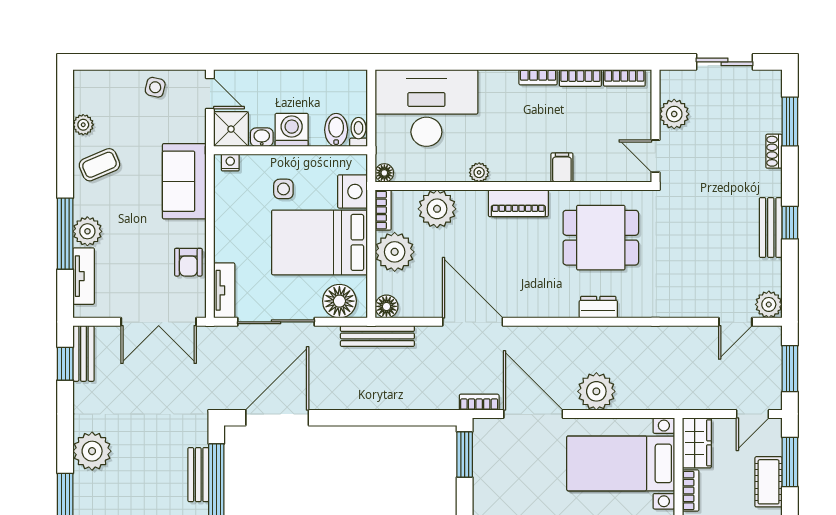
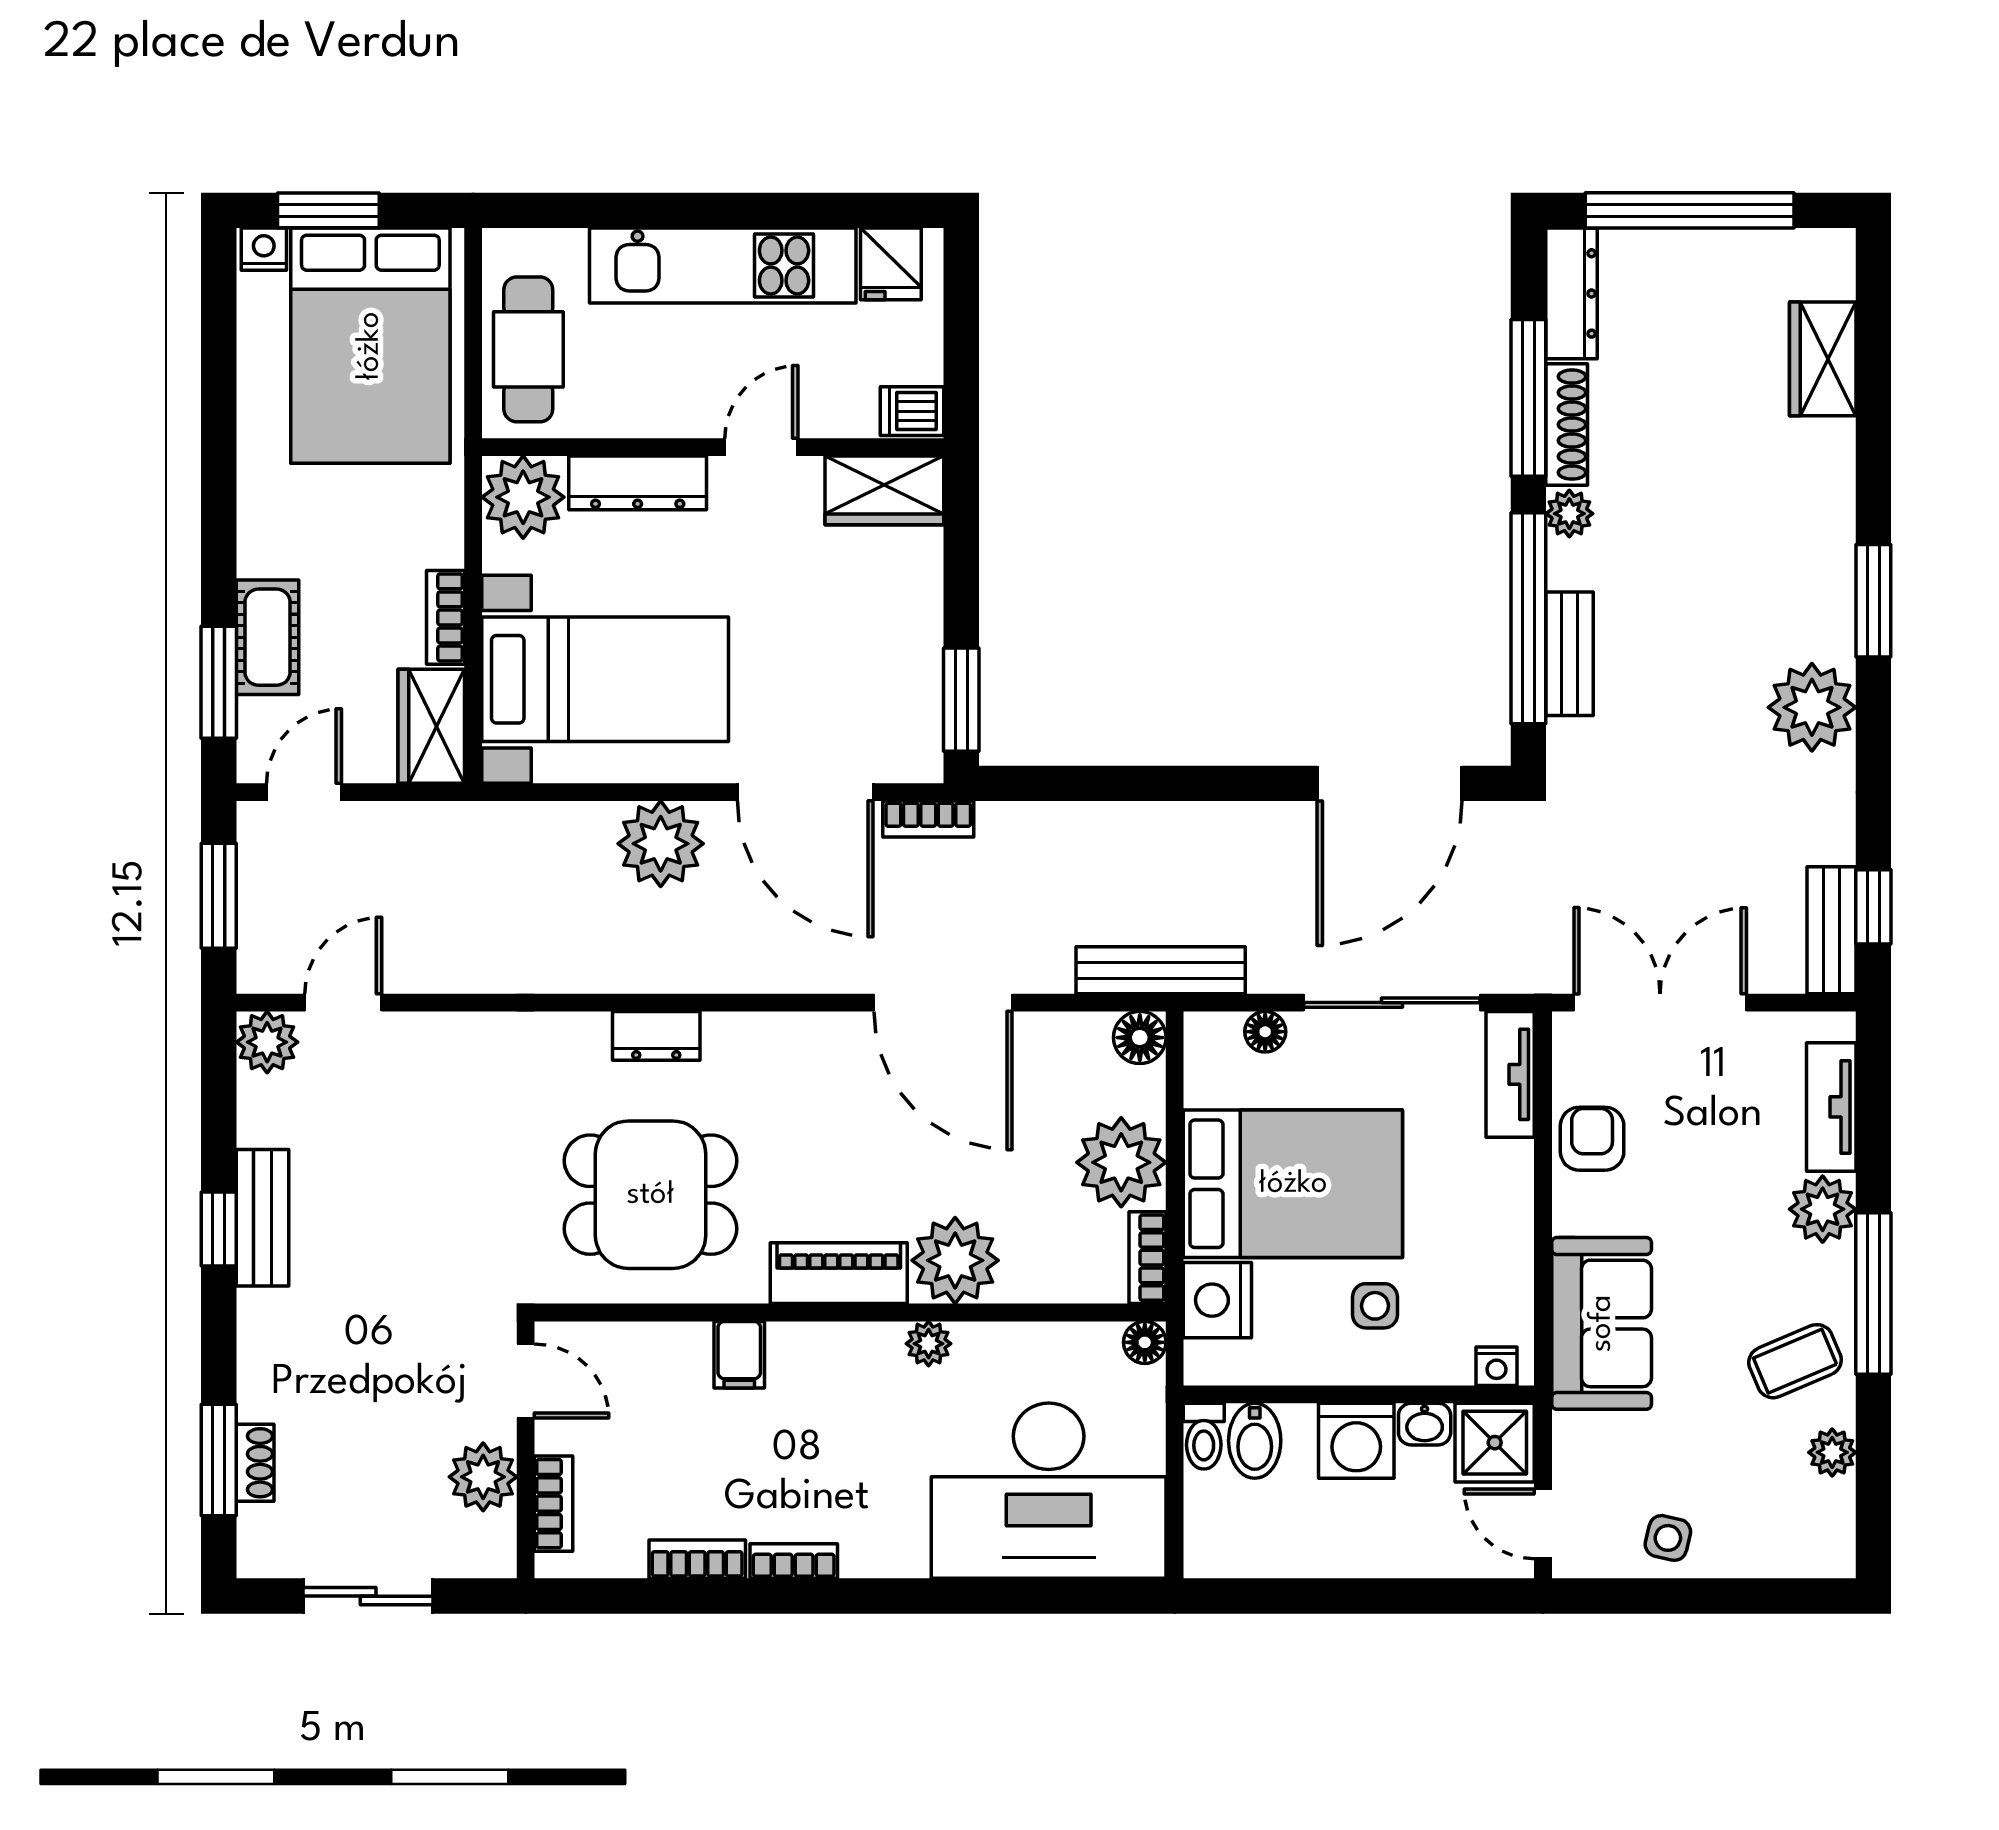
bookcase: (624, 78) -> (554, 1504), moved, turned 90
shoe rack: (774, 151) -> (255, 1463), moved
plant: (437, 209) -> (955, 1260), moved
window: (65, 234) -> (1873, 1293), moved
floor lamp: (339, 301) -> (1265, 1032), width x0.53, depth x0.53

